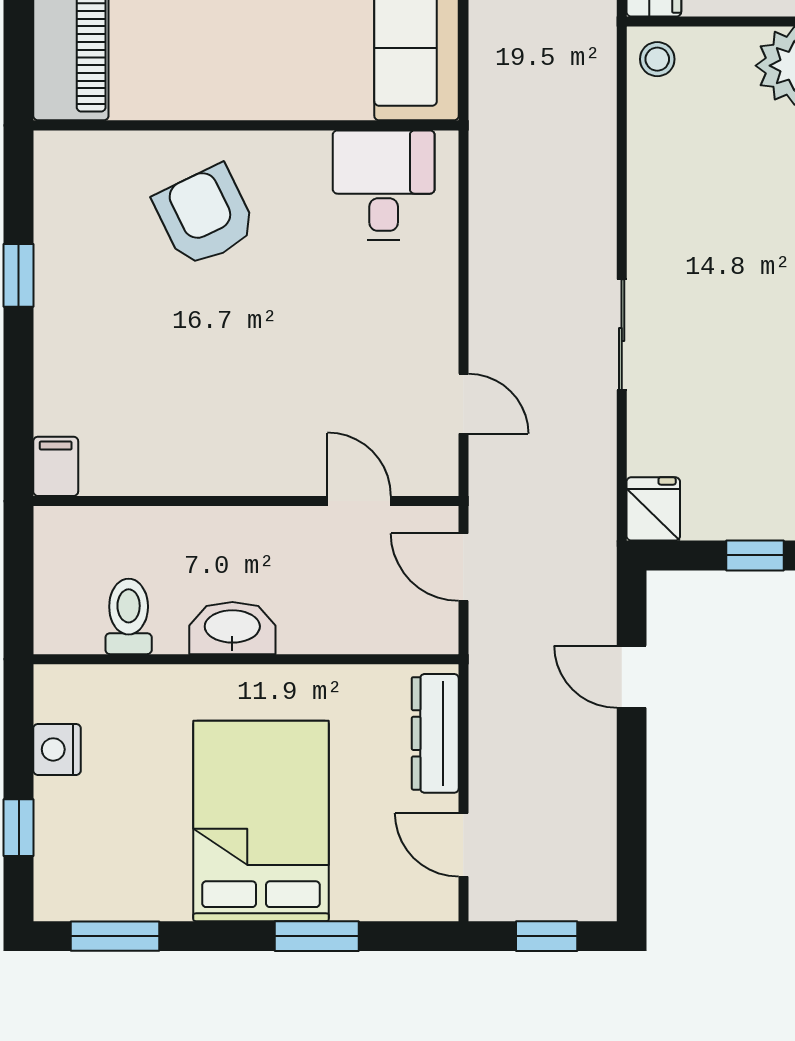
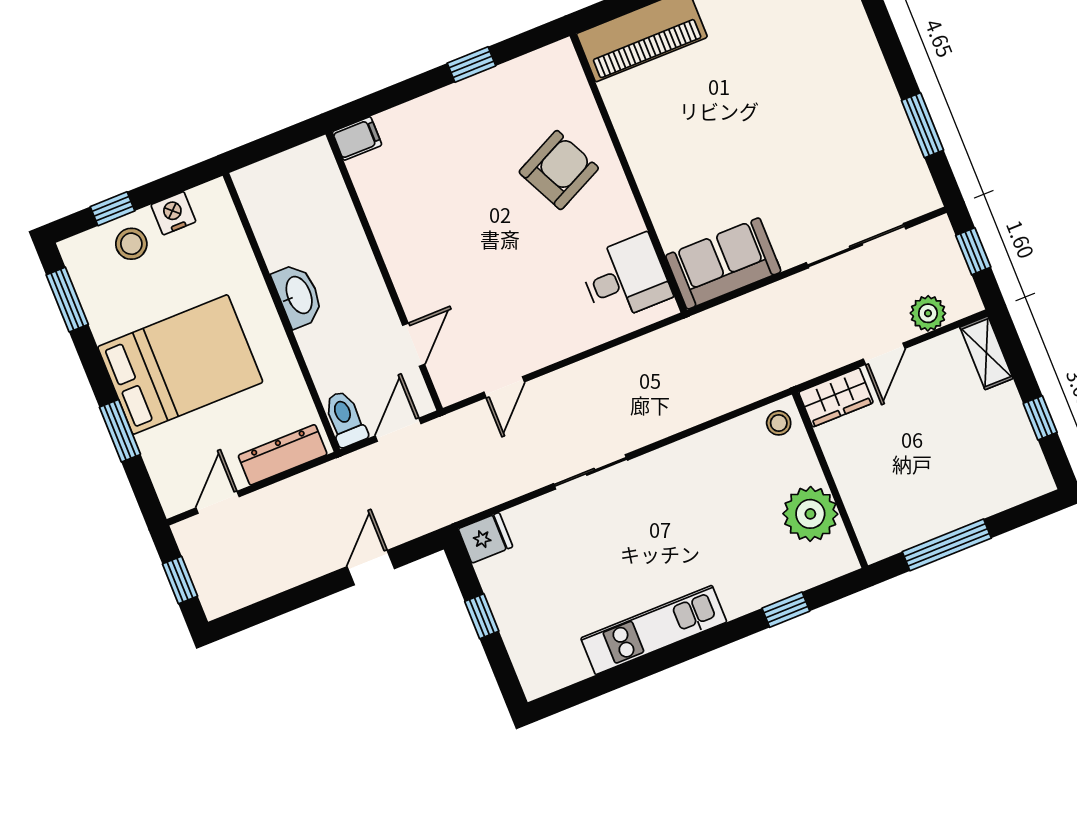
toilet: (129, 616) -> (345, 419), moved, turned -90
stool: (75, 821) -> (131, 244), added

